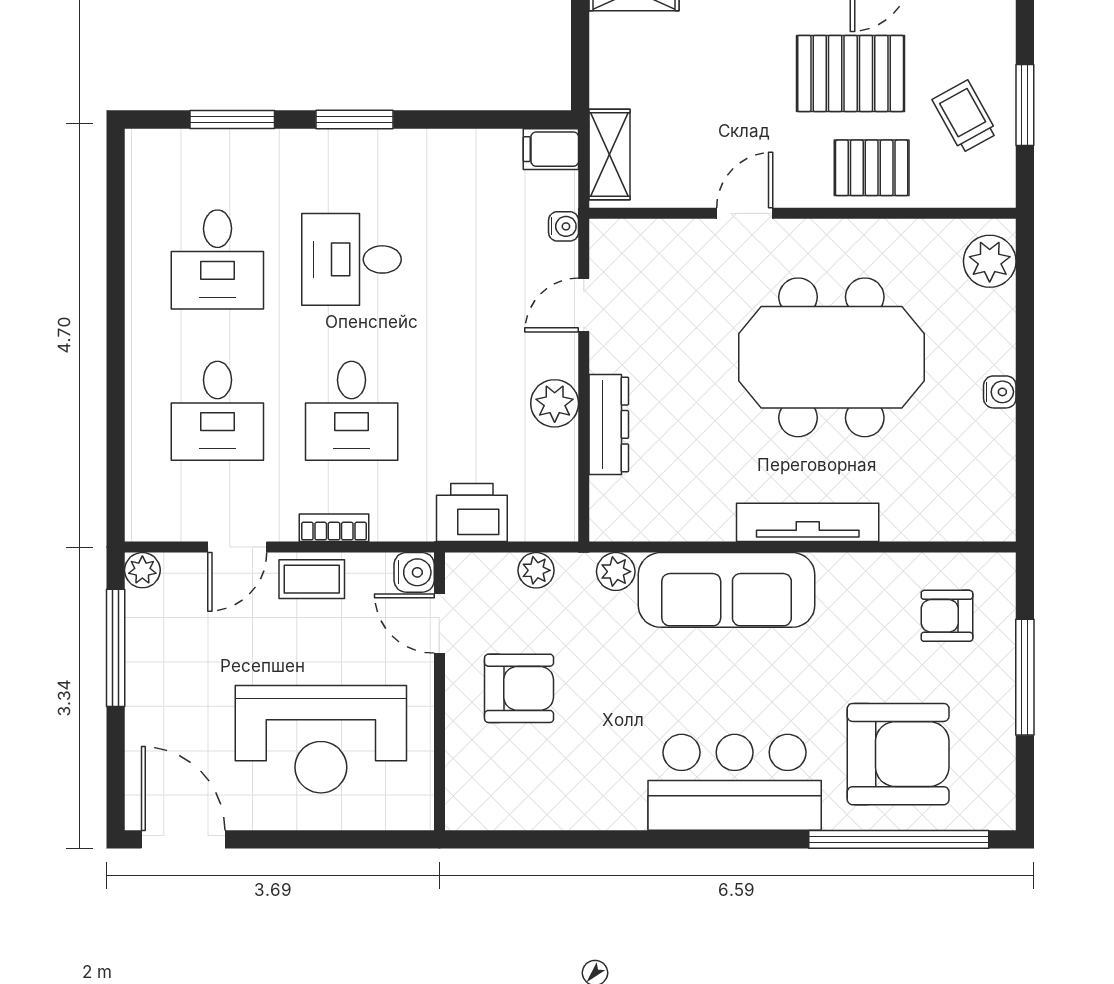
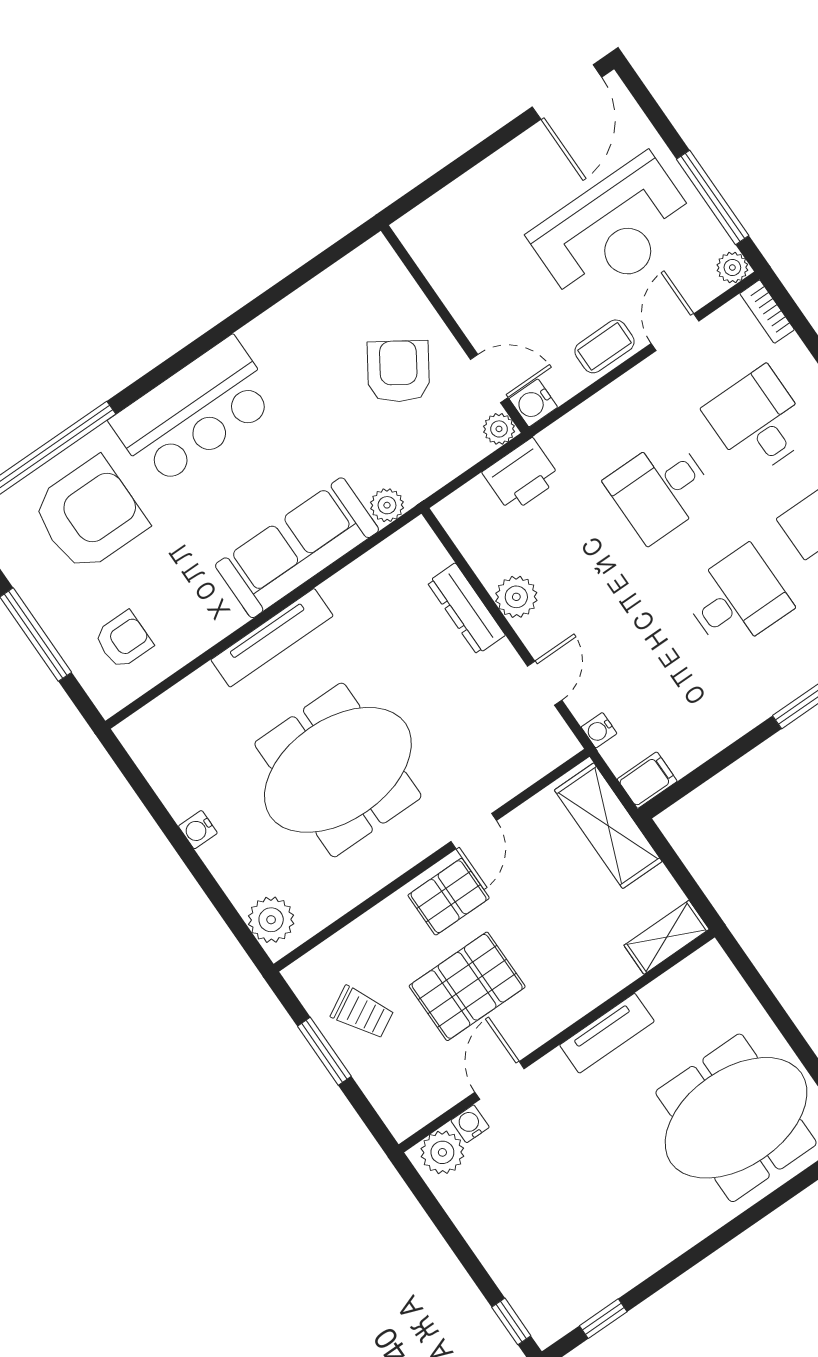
shelving: (610, 154) -> (608, 826), width x1.50, depth x1.33
pallet: (872, 168) -> (449, 897), moved
desk: (352, 411) -> (660, 489), turned -90
bookcase: (334, 528) -> (767, 312), moved, turned 90
plant: (536, 570) -> (499, 429), moved
armchair: (519, 688) -> (398, 371), turned 123
reception desk: (321, 739) -> (614, 231), moved, turned 180
armchair: (898, 754) -> (89, 515), turned 180
door: (183, 839) -> (567, 92), hinge flipped

